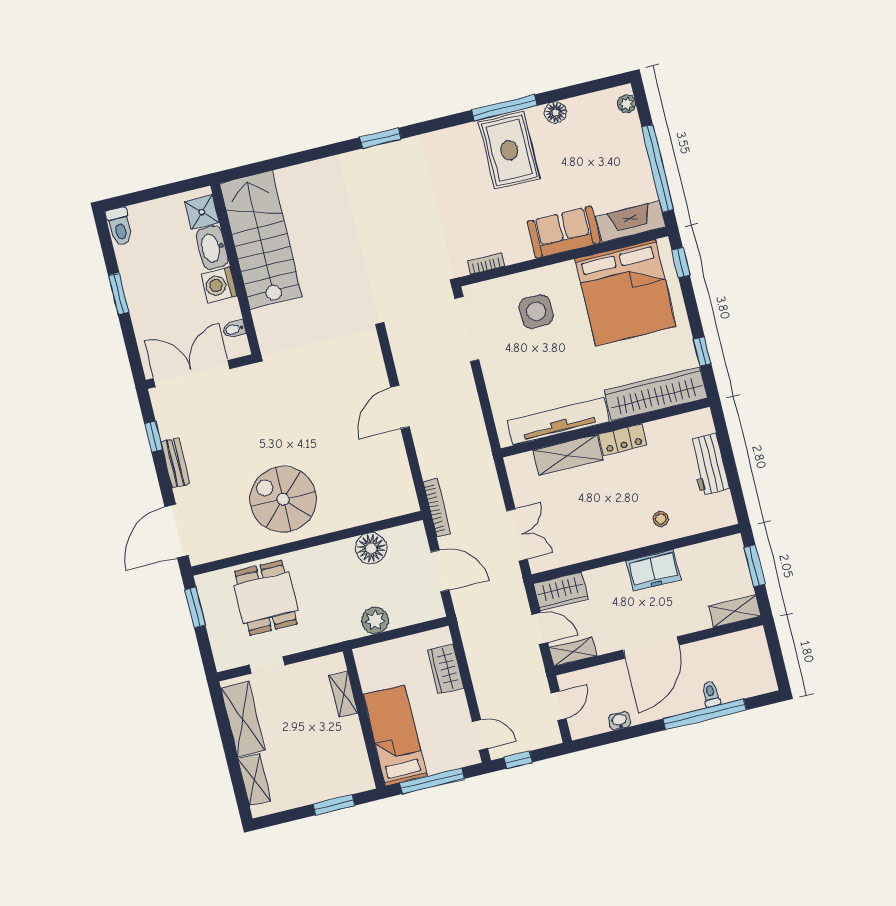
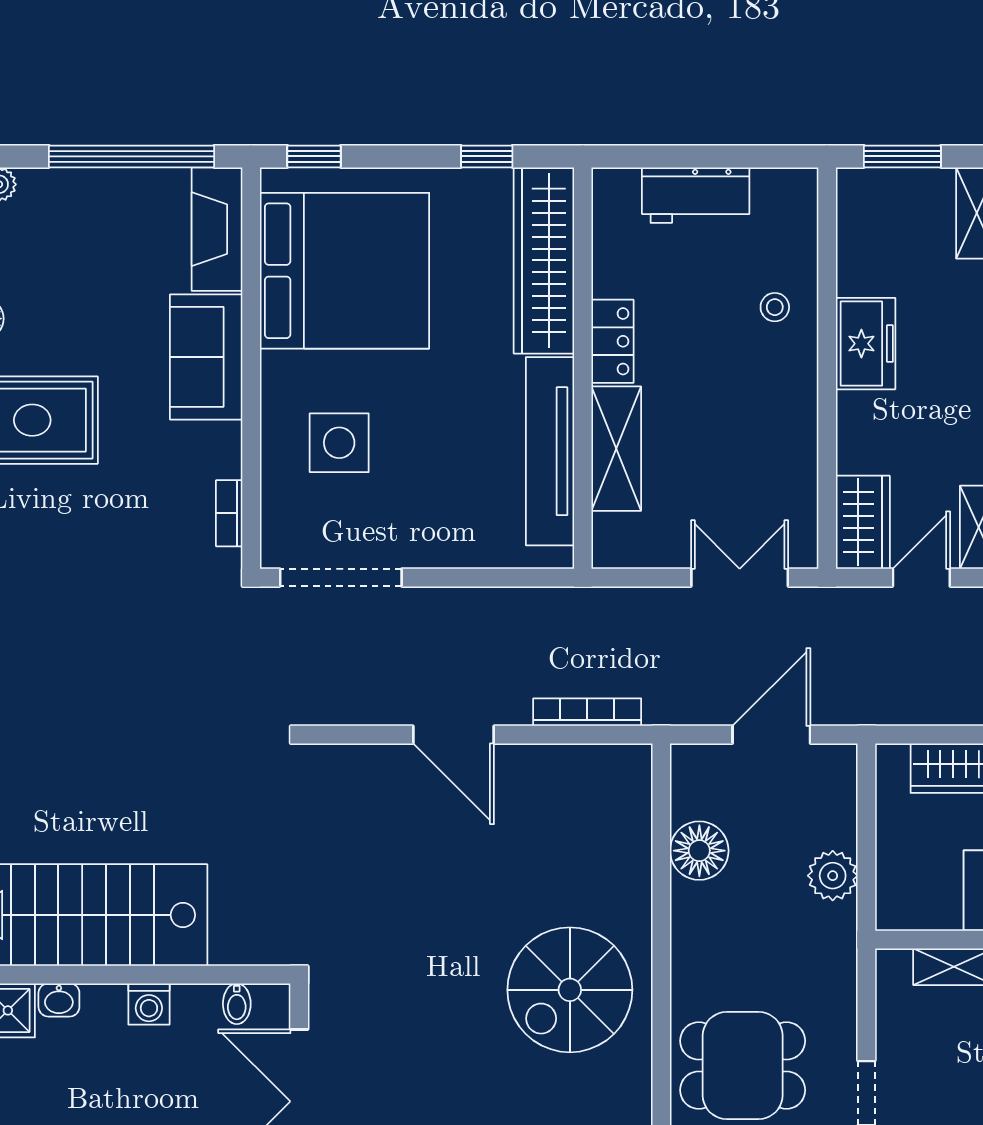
washbasin: (212, 248) -> (59, 1000), width x0.52, depth x0.69
washing machine: (219, 285) -> (149, 1004), width x0.73, depth x0.73
bookcase: (437, 508) -> (587, 712), moved

